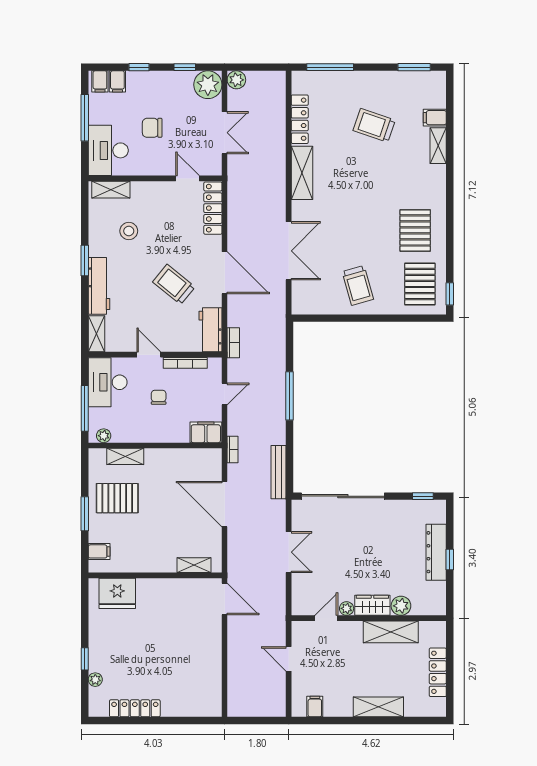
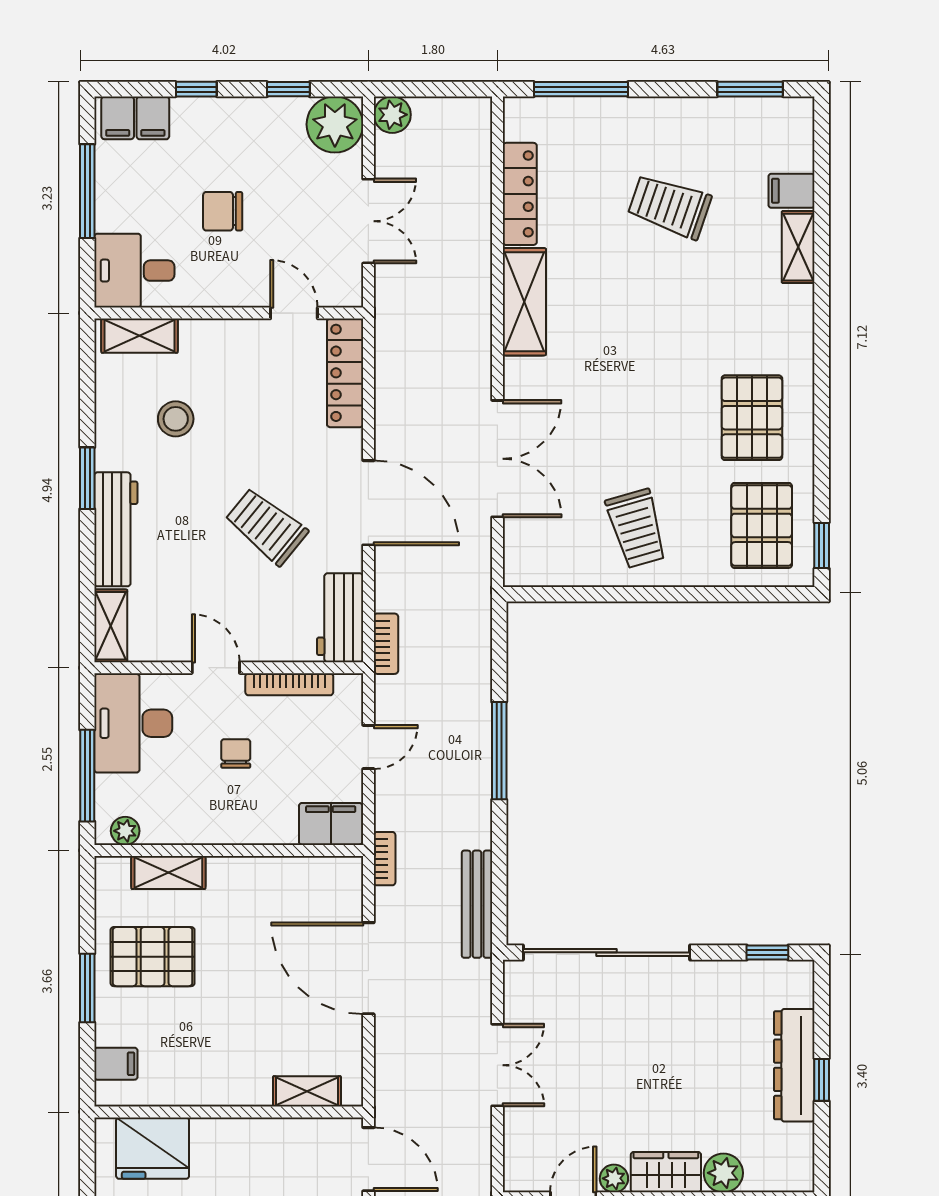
desk: (108, 150) -> (134, 271), width x0.73

